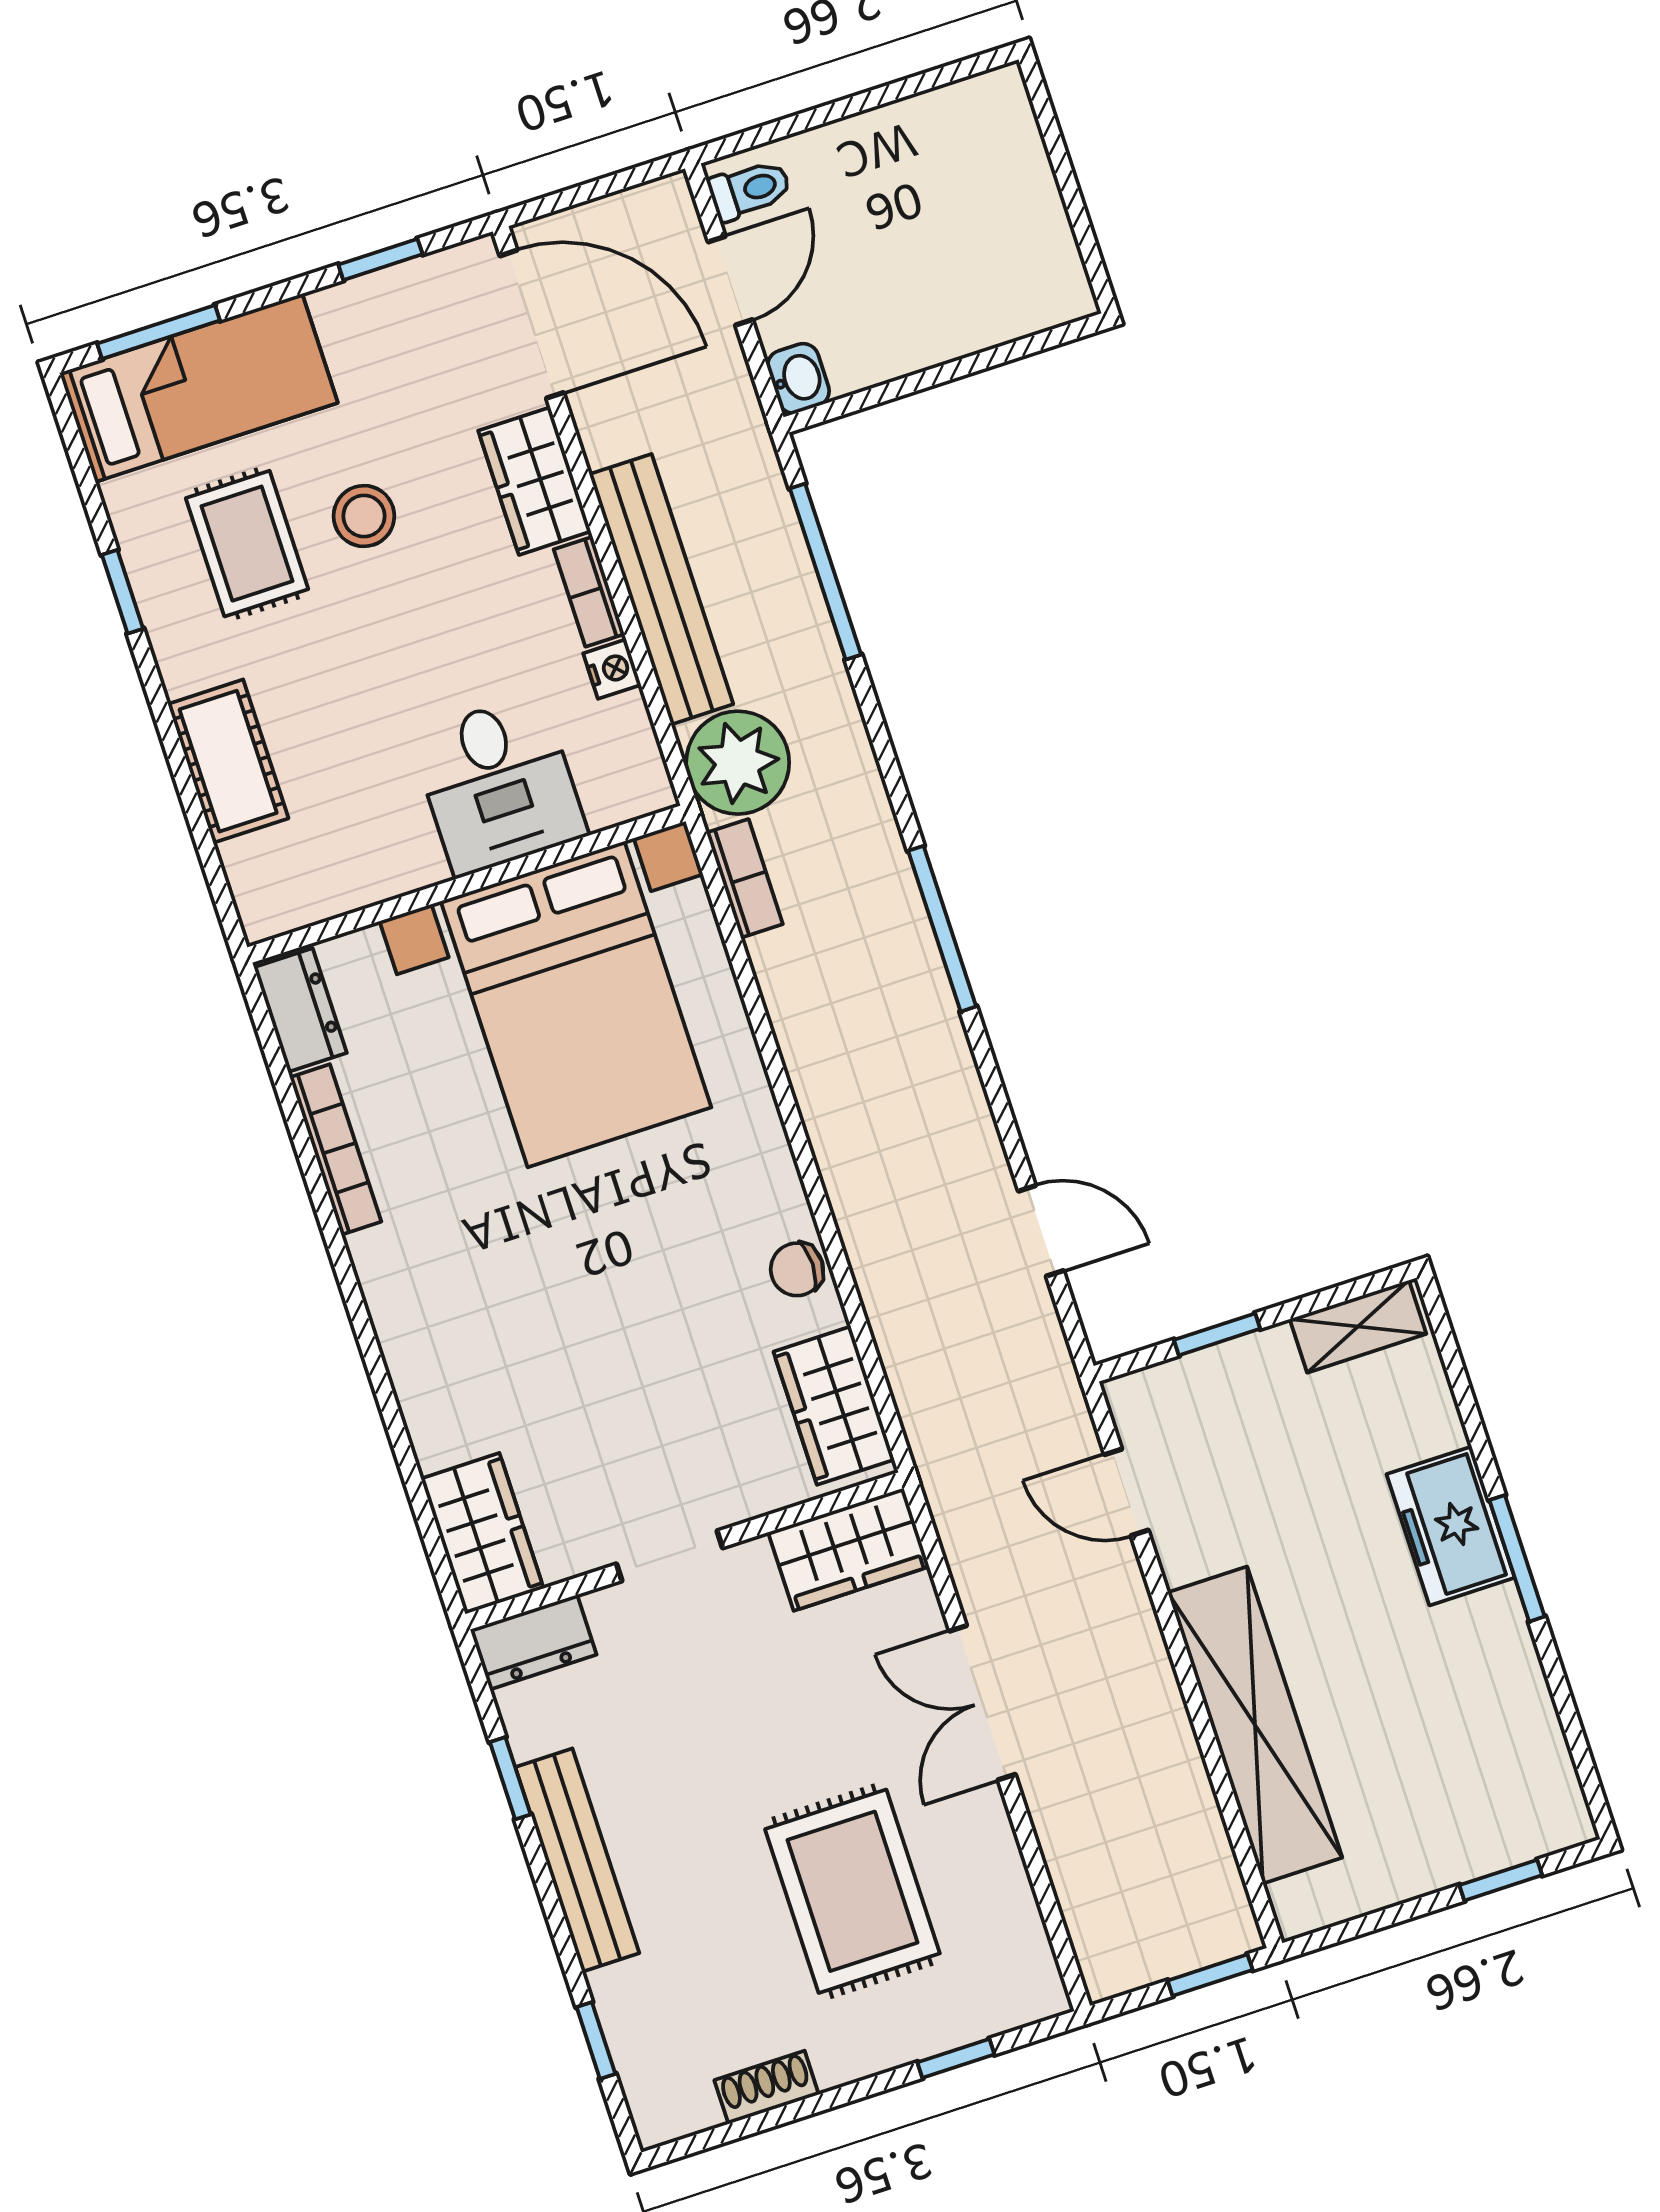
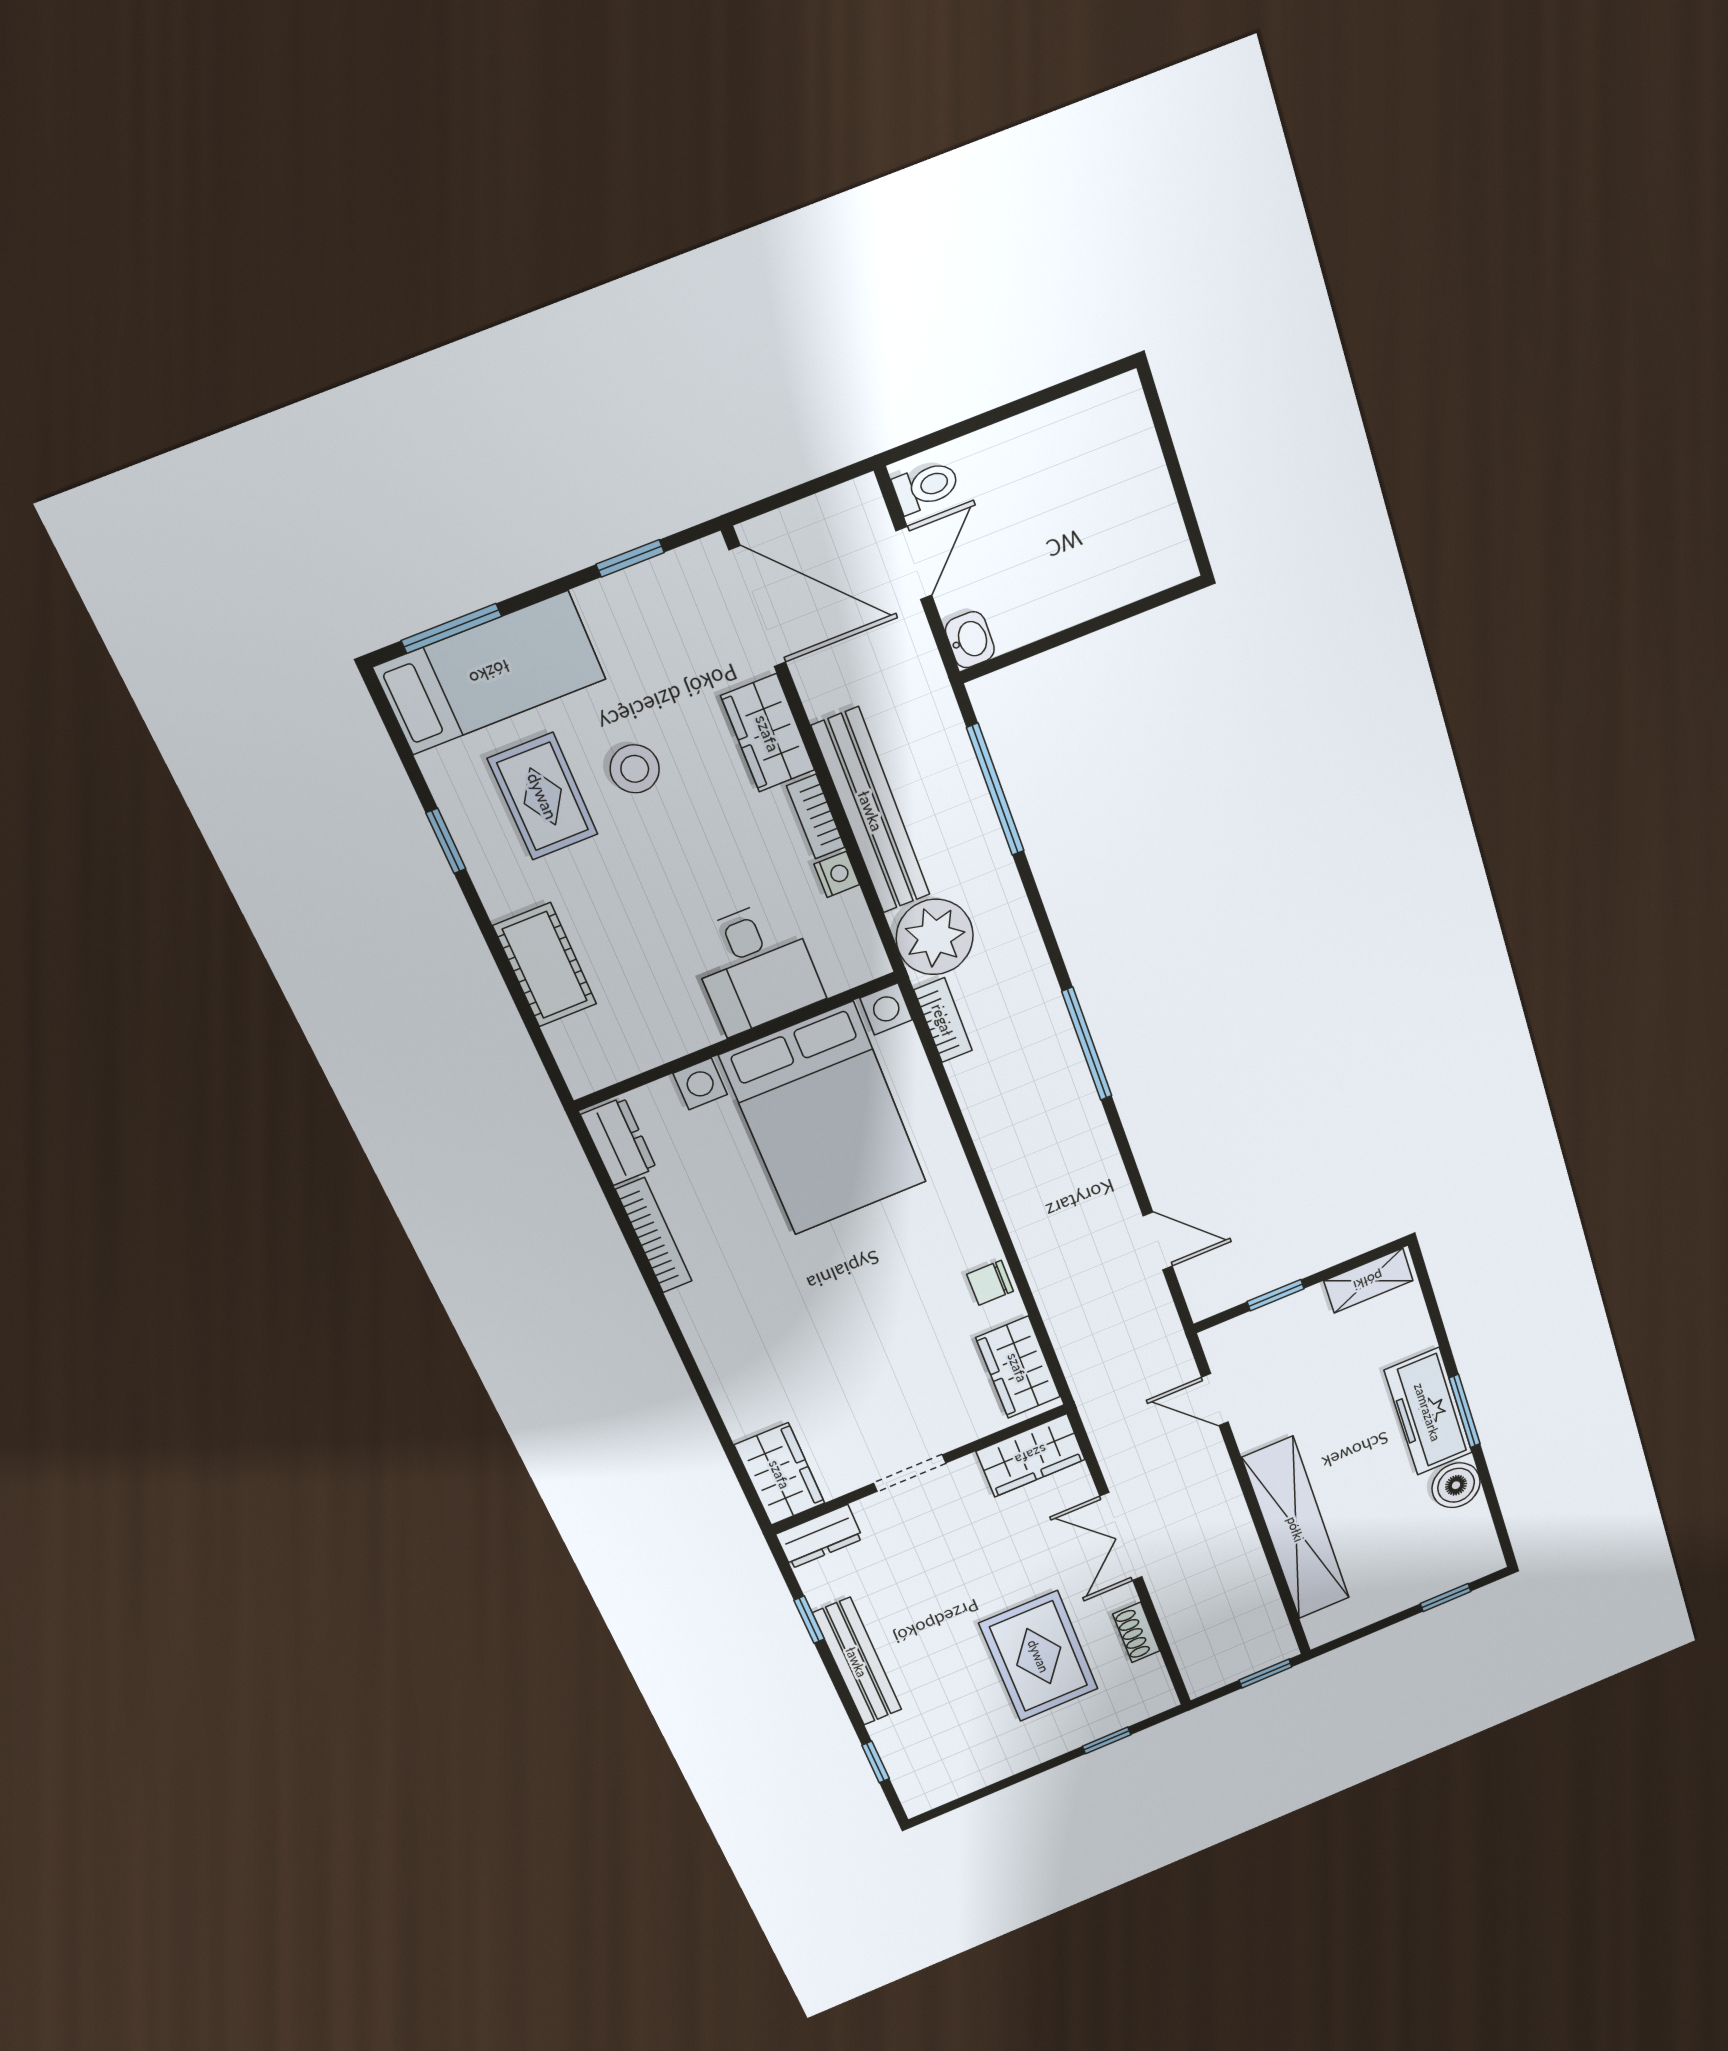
freezer: (1451, 1526) -> (1428, 1412), width x1.40
boiler: (1509, 1684) -> (1456, 1485), added
shoe rack: (767, 2087) -> (1136, 1632), moved, turned -90

